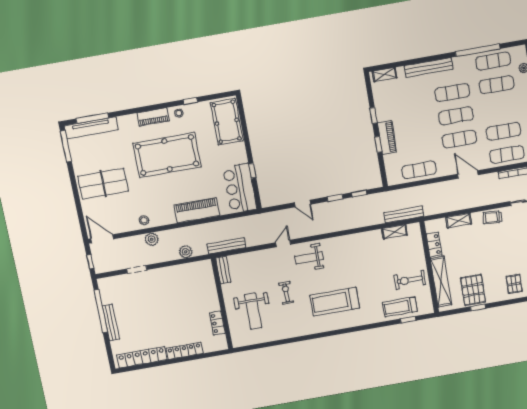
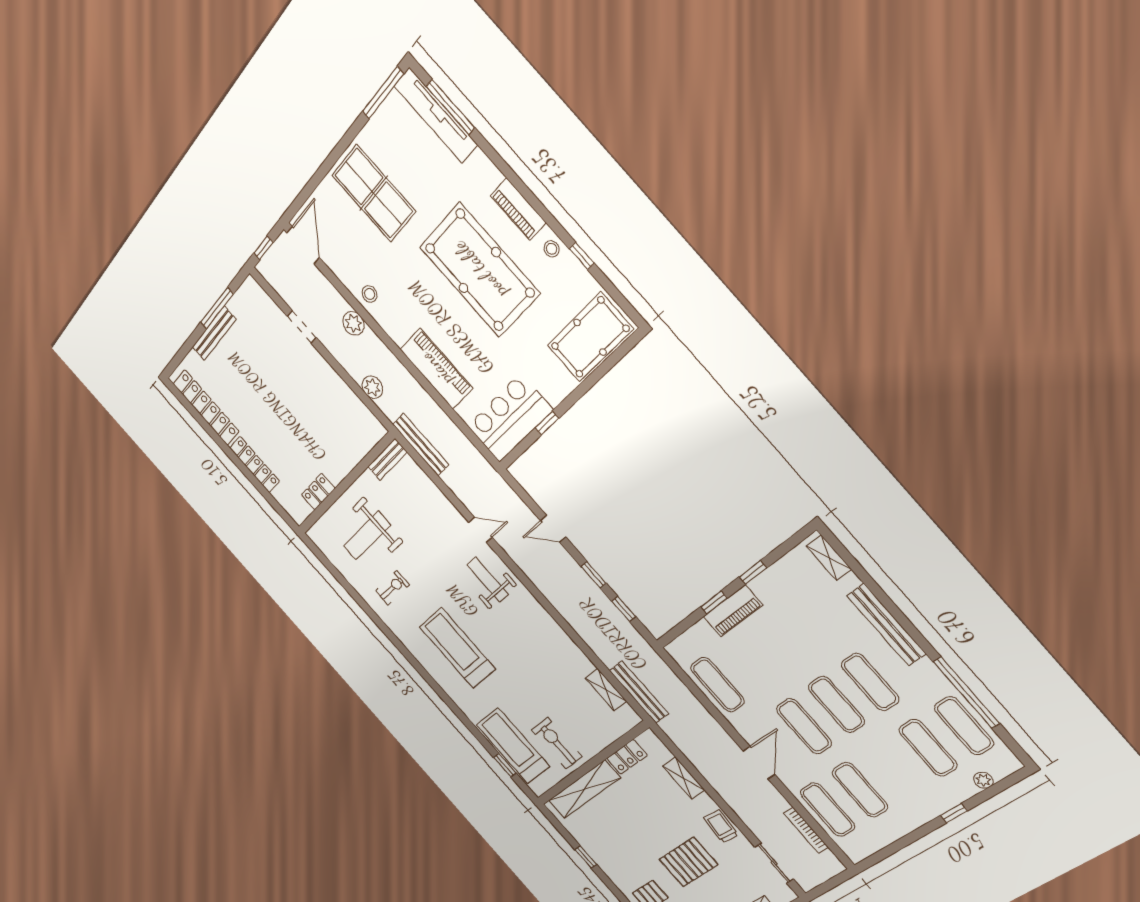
door: (303, 204) -> (553, 529), hinge flipped
pallet: (473, 290) -> (688, 862), moved
exercise bike: (286, 293) -> (392, 588), moved
treadmill: (400, 307) -> (513, 746), width x1.37, depth x1.38
window: (101, 311) -> (217, 308), width x0.68

